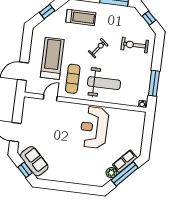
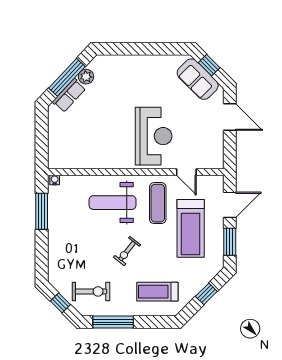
exercise bike: (135, 45) -> (91, 291), moved
window: (26, 46) -> (230, 242), added
door: (50, 98) -> (186, 172), hinge flipped
reception desk: (94, 127) -> (154, 136), moved

